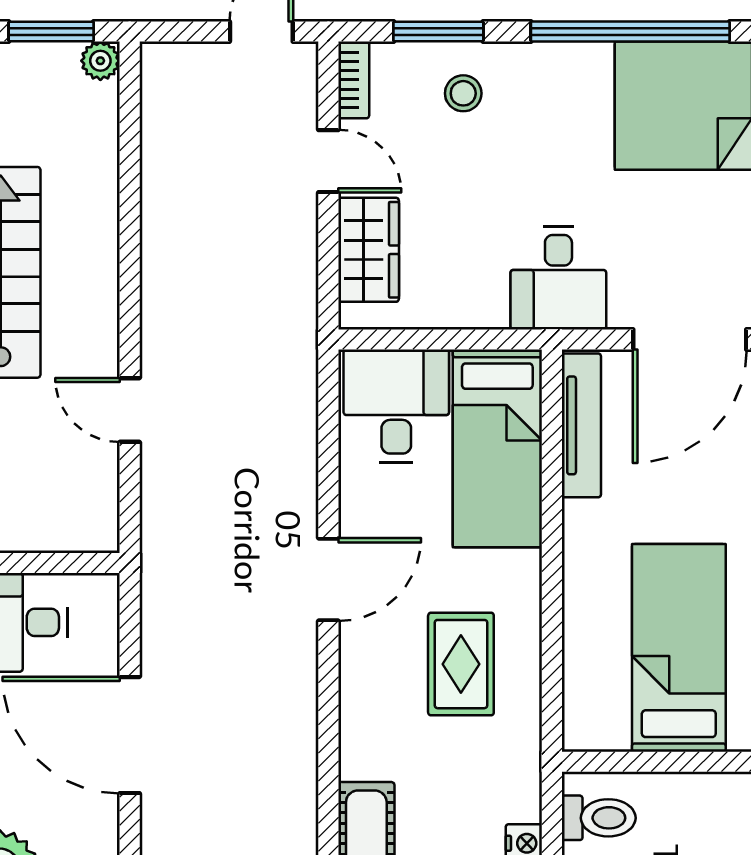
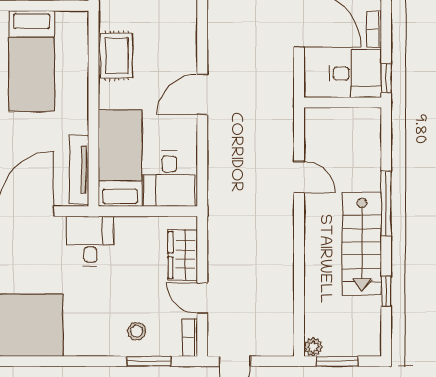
window: (630, 31) -> (55, 361), removed
rug: (461, 664) -> (116, 56), moved

